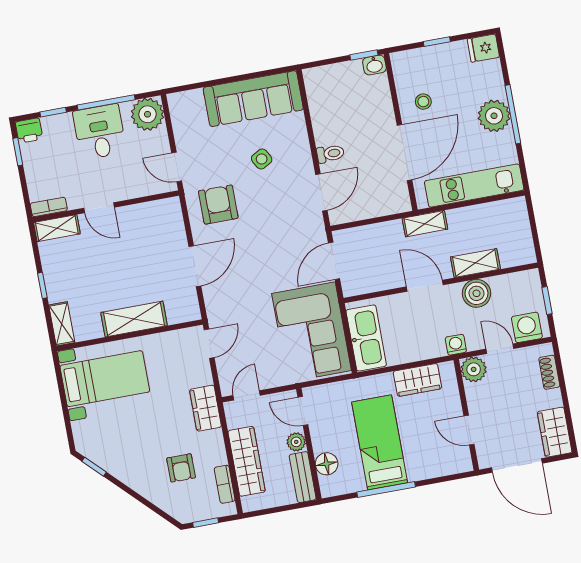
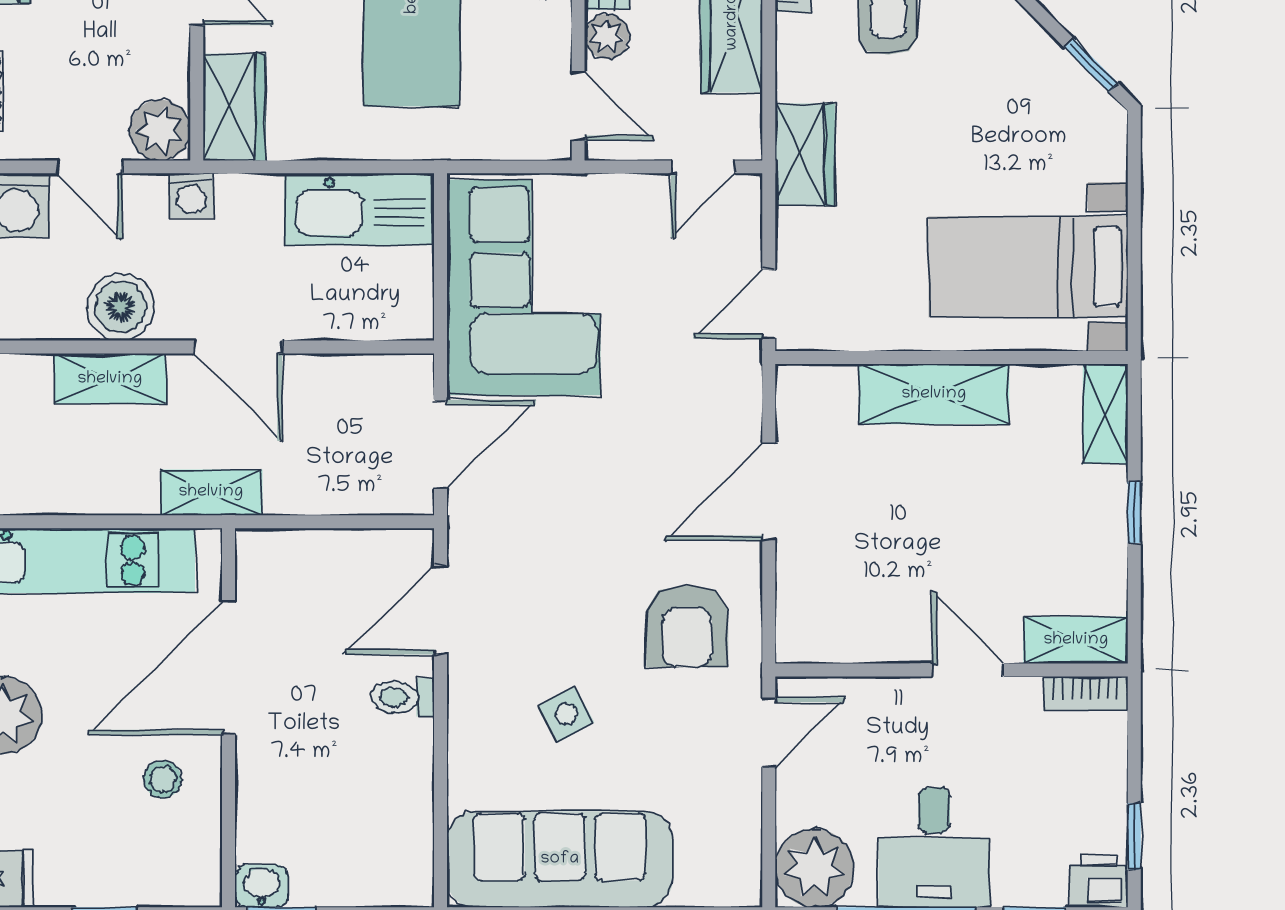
door: (177, 167) -> (769, 732), hinge flipped
kitchen sink: (366, 338) -> (359, 209), moved, turned -90
wardrobe: (417, 380) -> (234, 107), moved, turned 90

